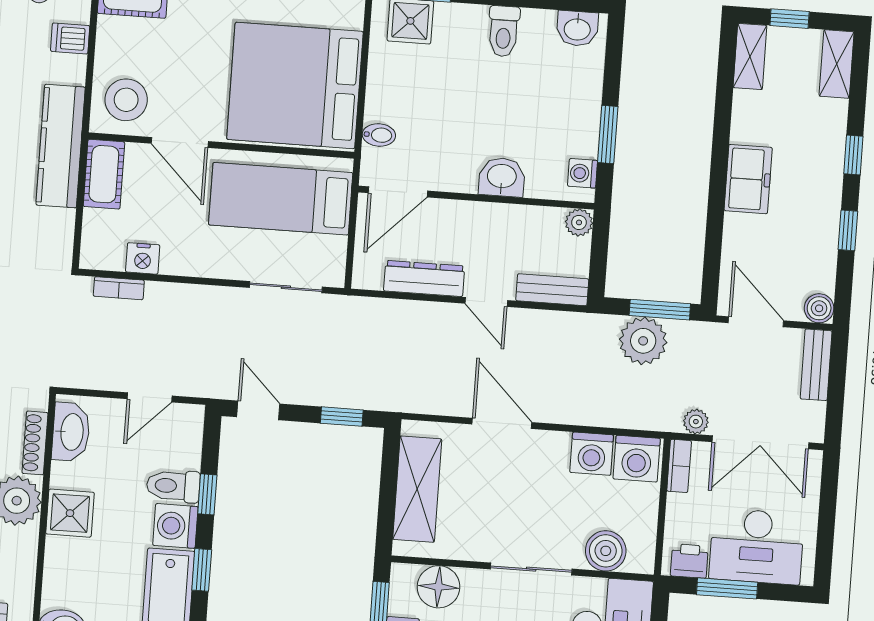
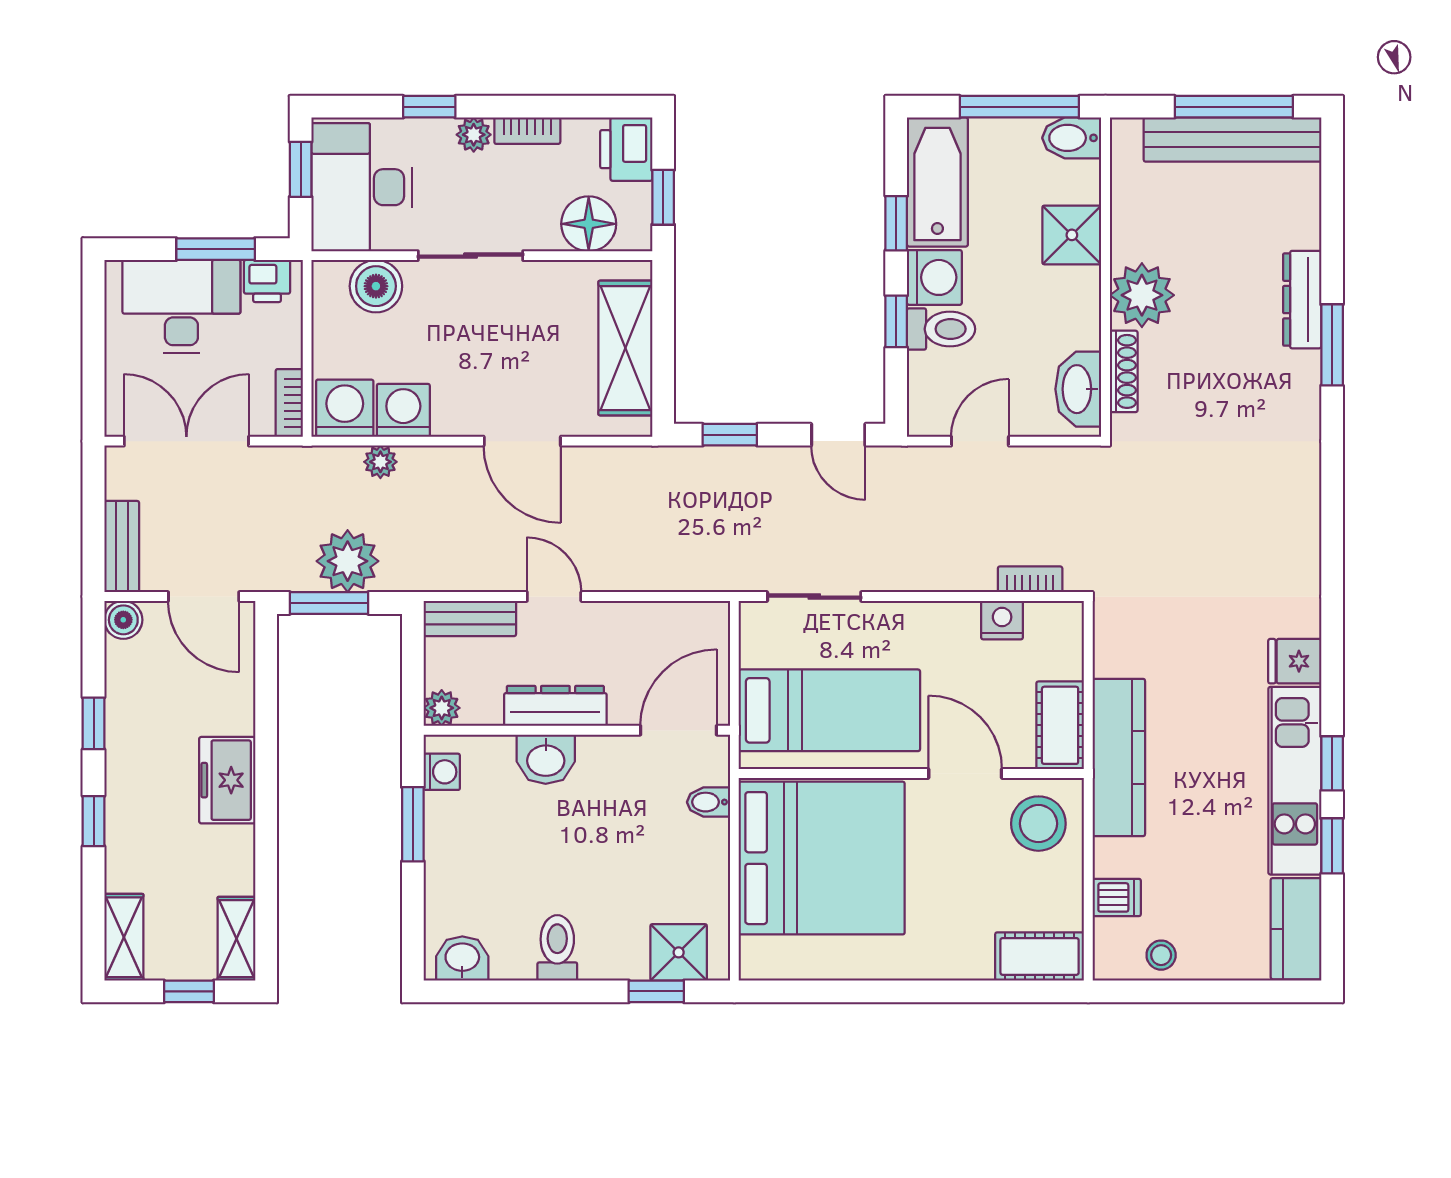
dresser: (424, 278) -> (555, 706), moved, turned 180
plant: (696, 422) -> (380, 462), moved
shower: (70, 513) -> (1072, 235), moved

